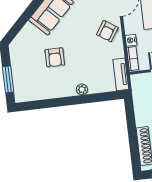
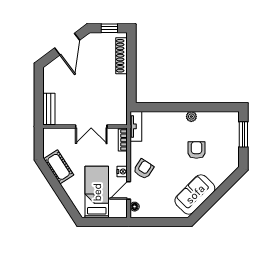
nightstand: (131, 40) -> (122, 171), moved
plant: (82, 89) -> (191, 117), moved

